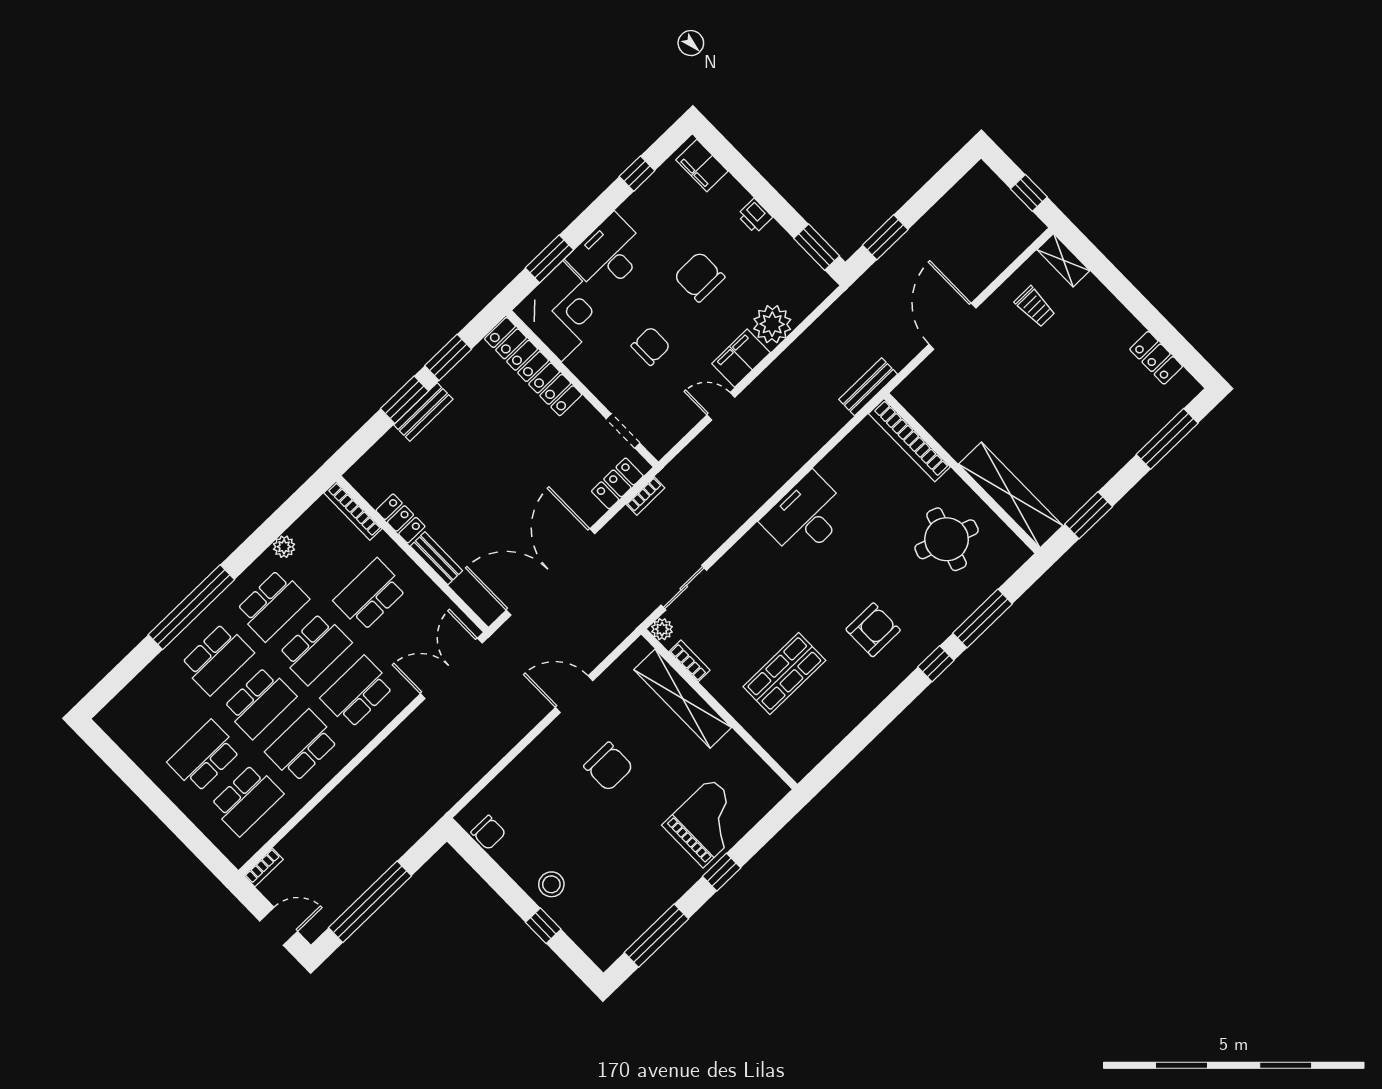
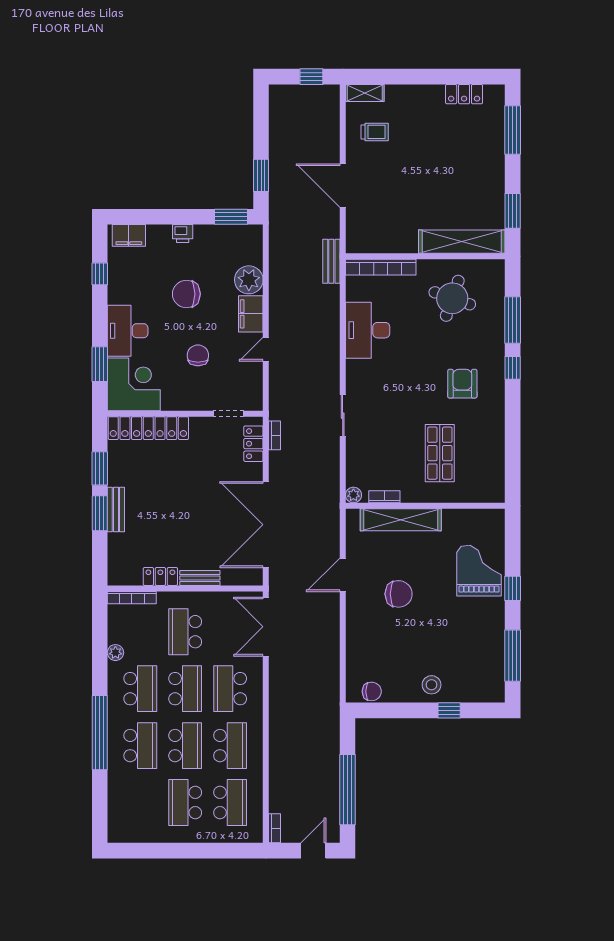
desk: (806, 516) -> (368, 330), moved
sliding door: (684, 588) -> (343, 416), moved
school desk: (302, 746) -> (230, 746), turned 180

